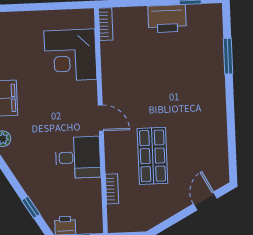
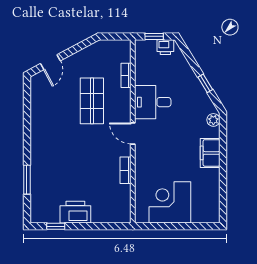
bookcase: (106, 24) -> (126, 170), moved
corner desk: (70, 55) -> (170, 202), moved, turned -90
window: (31, 207) -> (205, 83), moved

